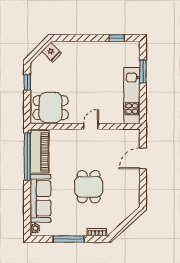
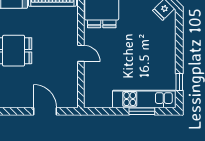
kitchen unit: (132, 96) -> (144, 99), moved

